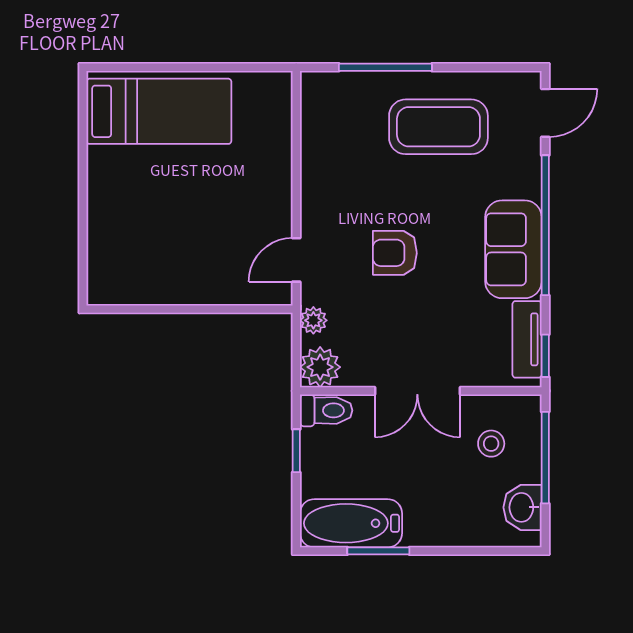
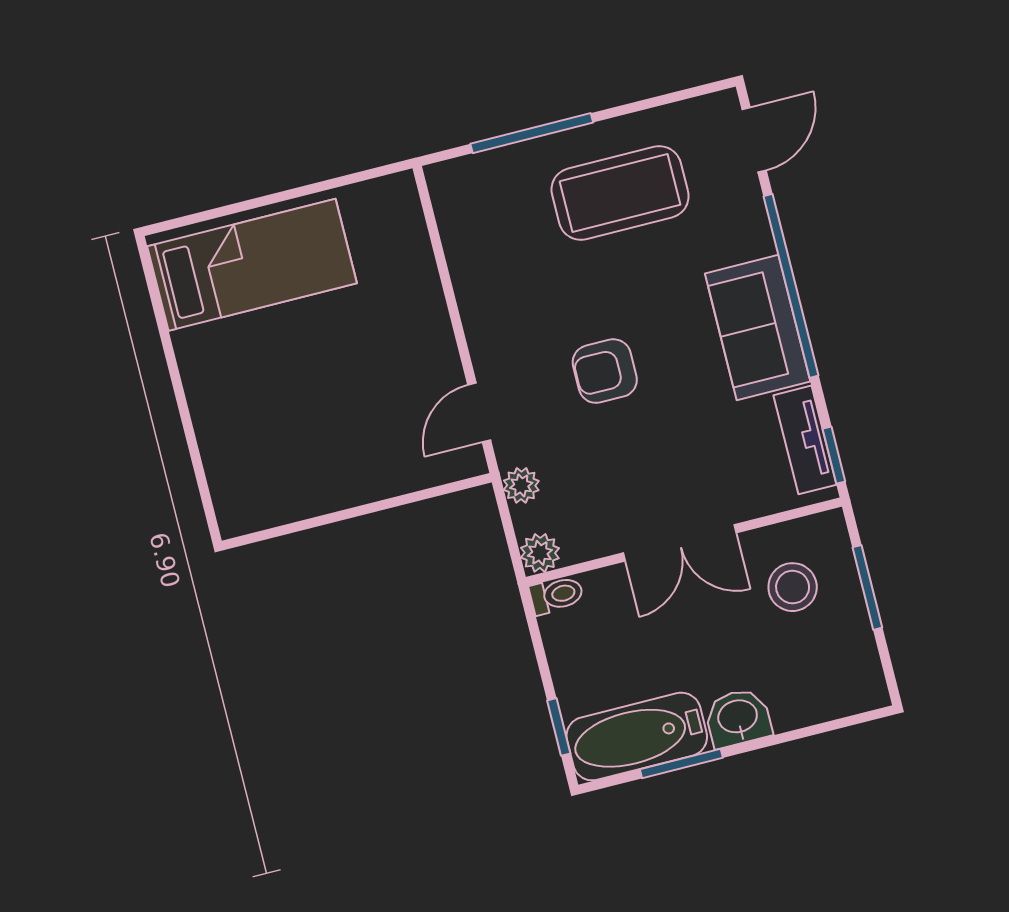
plant: (320, 367) -> (540, 553), width x0.73, depth x0.73
toilet: (326, 410) -> (556, 595), width x0.73, depth x0.72
stool: (491, 444) -> (793, 587), width x1.37, depth x1.37
window: (296, 451) -> (559, 727), moved
window: (545, 458) -> (867, 587), width x0.69
washbasin: (523, 507) -> (738, 718), moved, turned 90

